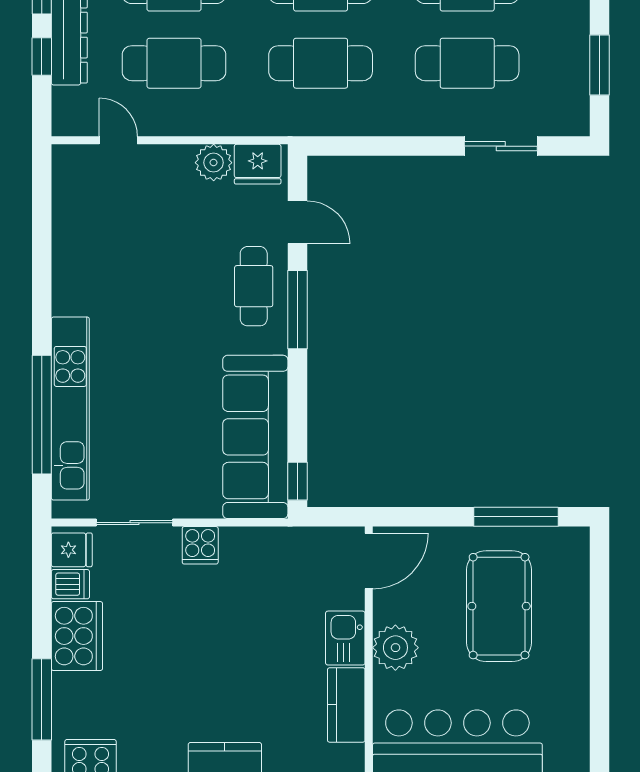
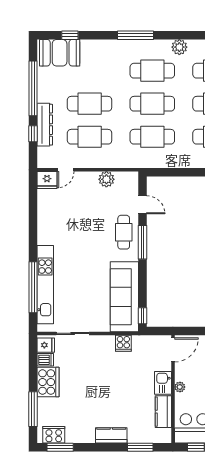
door: (118, 140) -> (66, 170), swing flipped
fridge: (258, 164) -> (47, 180), moved
cooker: (200, 545) -> (123, 343), moved
plant: (395, 648) -> (180, 387), width x0.53, depth x0.53

